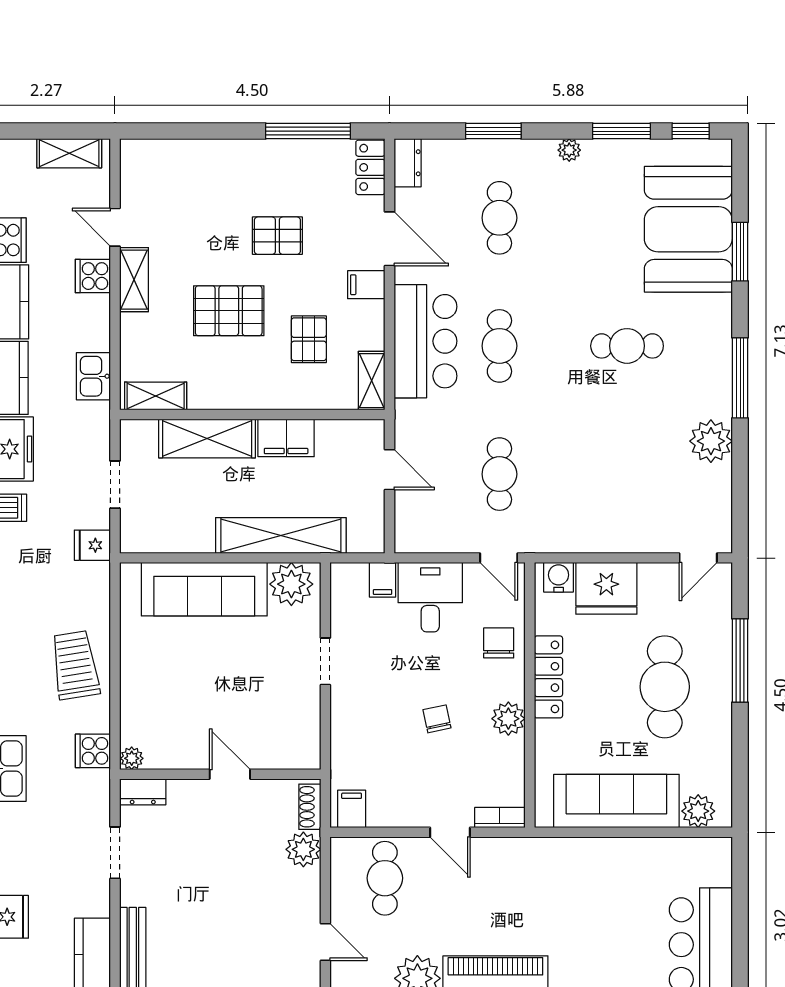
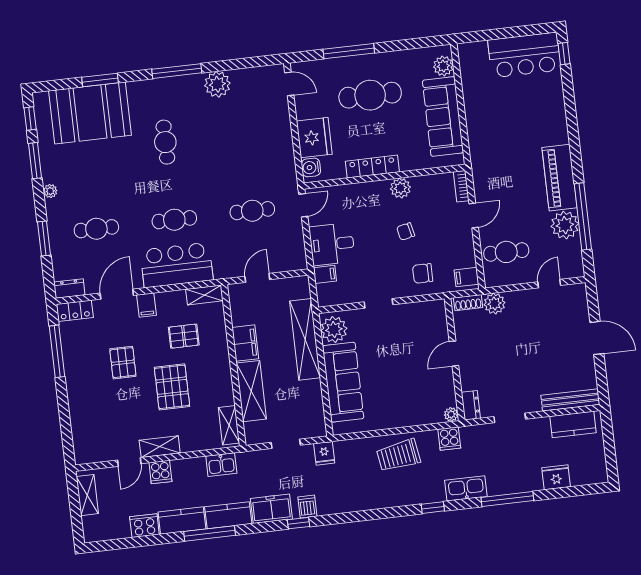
chair: (499, 643) -> (423, 273), moved

